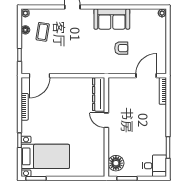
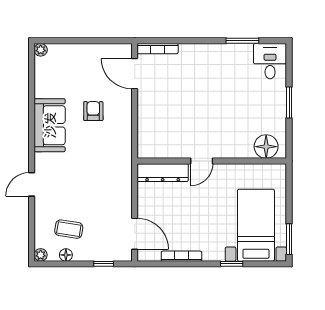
dresser: (99, 94) -> (163, 173), moved
door: (106, 120) -> (202, 161), moved
wall: (106, 127) -> (212, 161), moved
floor lamp: (116, 163) -> (266, 147), moved

